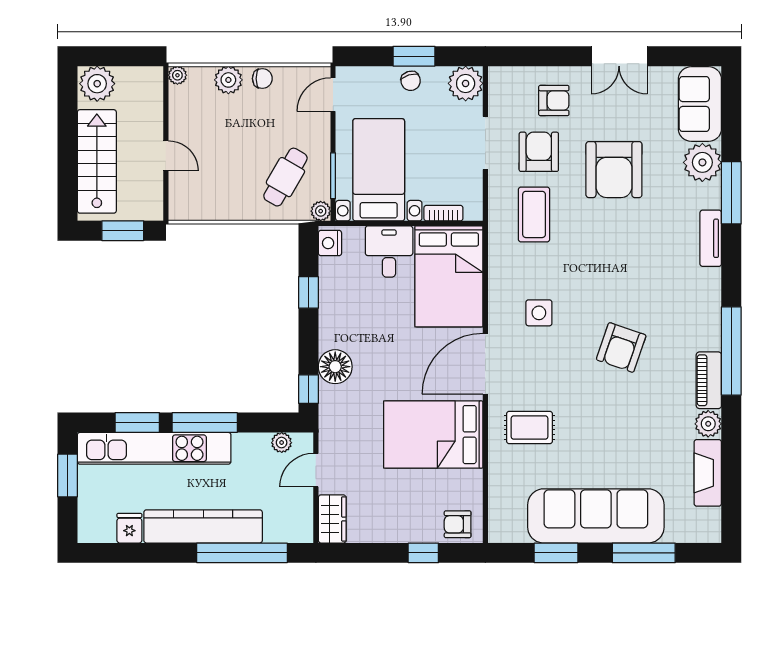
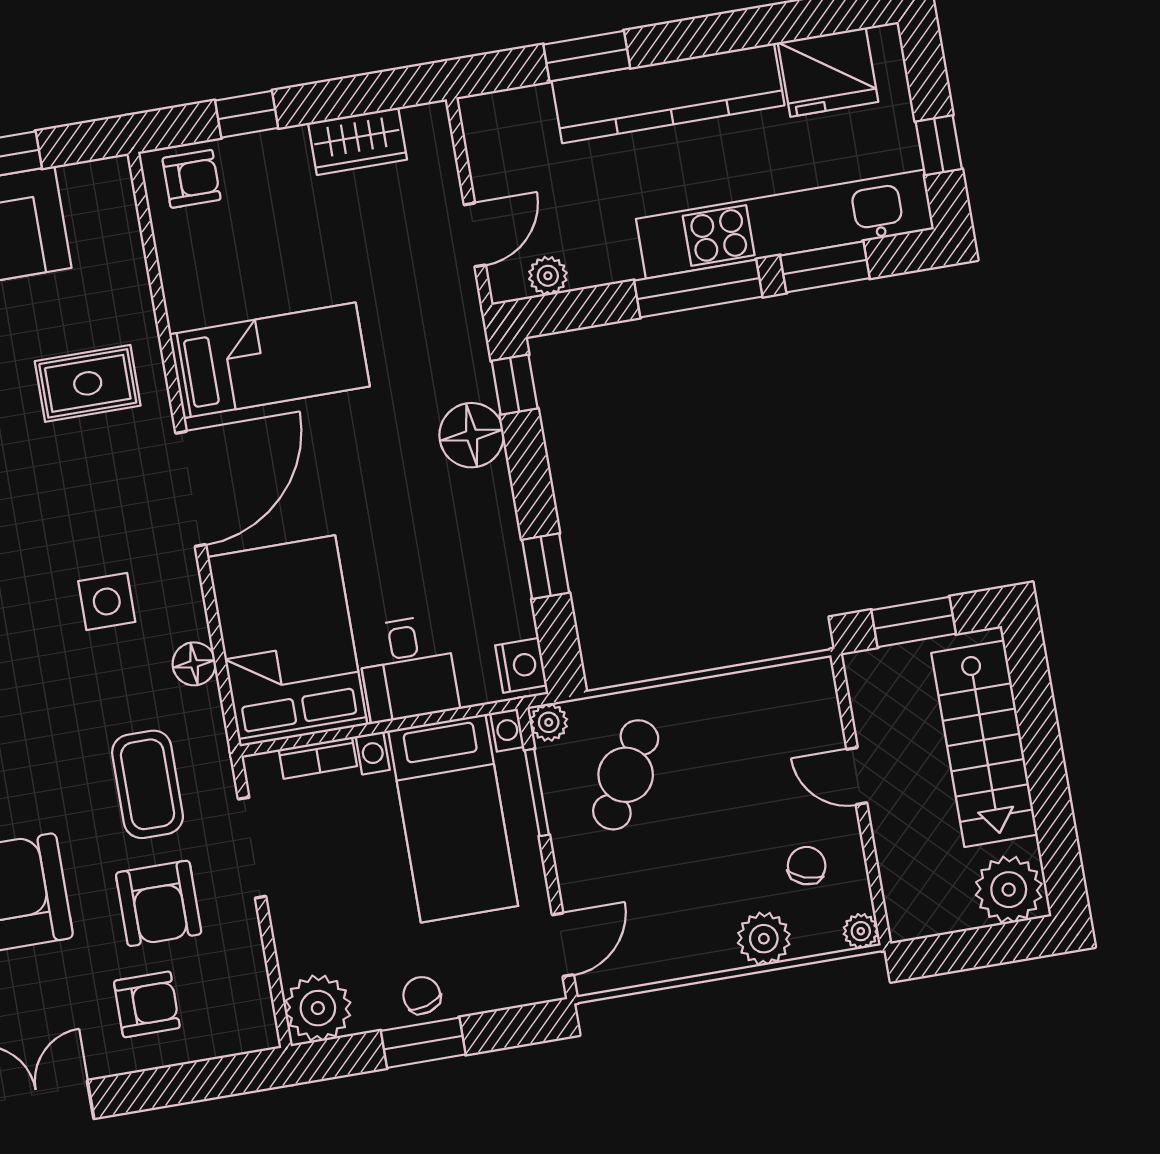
chair: (262, 79) -> (807, 866), moved, turned 109
armchair: (554, 101) -> (147, 1004), turned 180
doorway: (485, 143) -> (252, 848), moved
floor lamp: (499, 273) -> (194, 664), added
bed: (433, 435) -> (269, 360), width x0.67
window: (67, 476) -> (939, 145), width x0.67
wardrobe: (332, 519) -> (358, 141), moved, turned -90
fridge: (129, 528) -> (828, 72), width x1.88, depth x1.34
window: (242, 553) -> (587, 56), width x0.47

